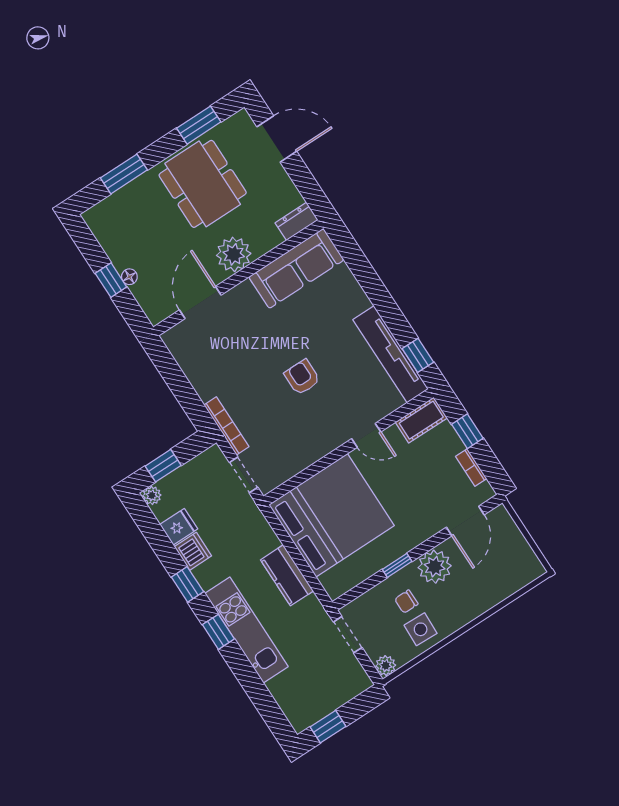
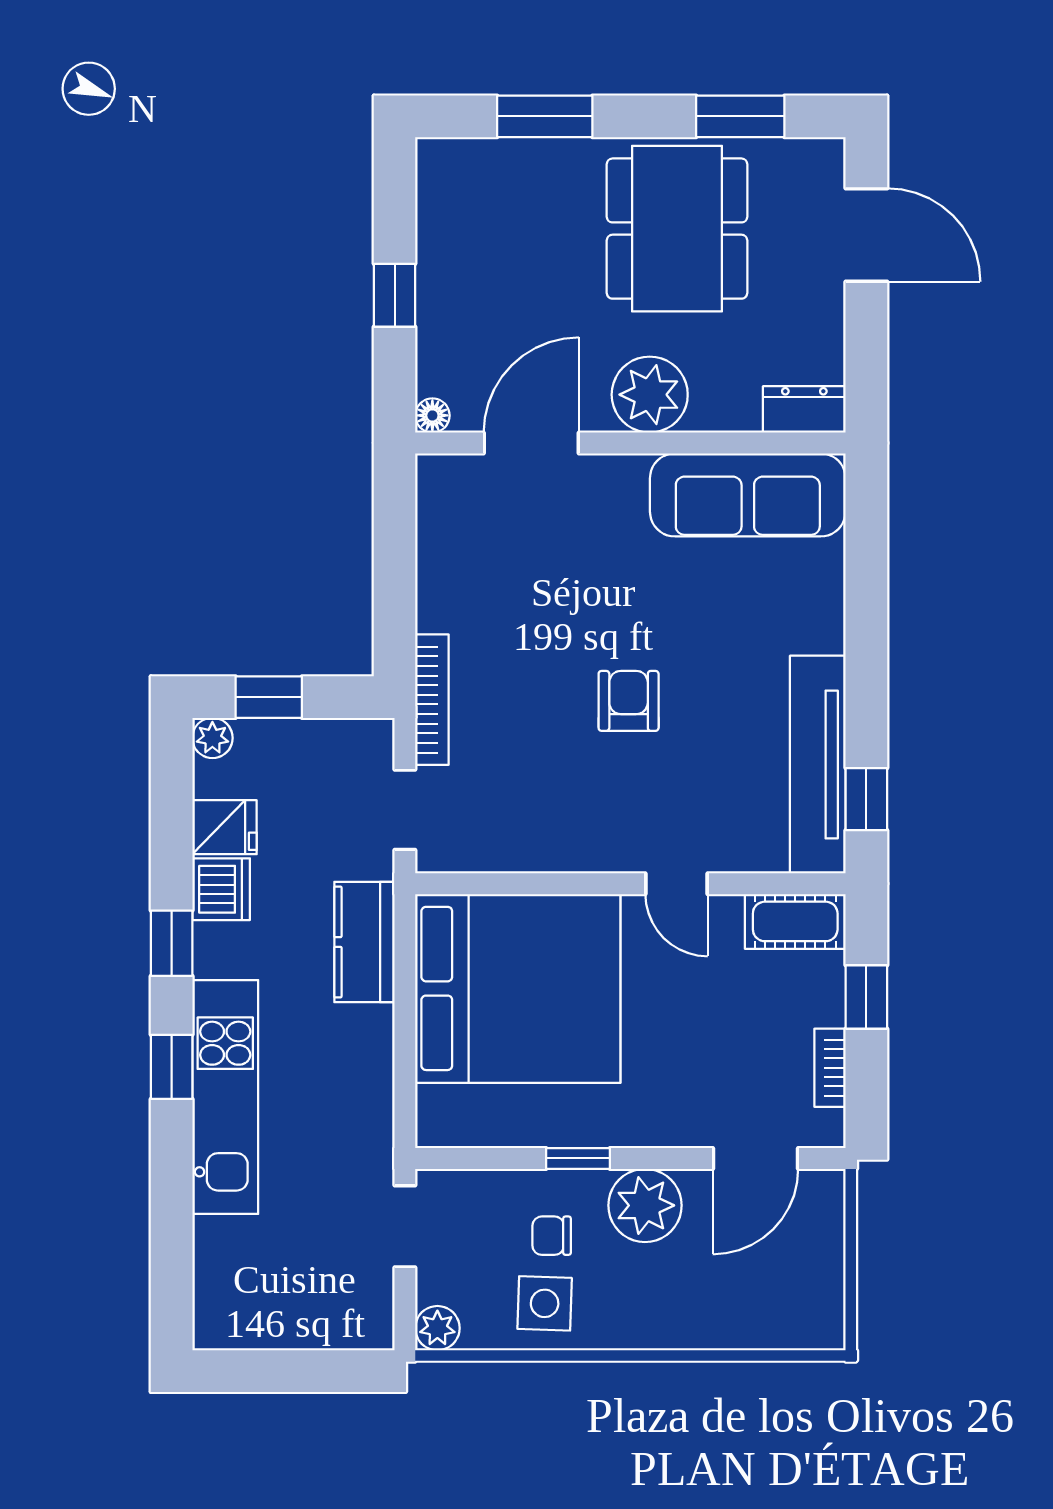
floor lamp: (129, 277) -> (432, 415), moved
kitchen counter: (287, 575) -> (364, 942), moved
window: (328, 727) -> (259, 1371), removed

